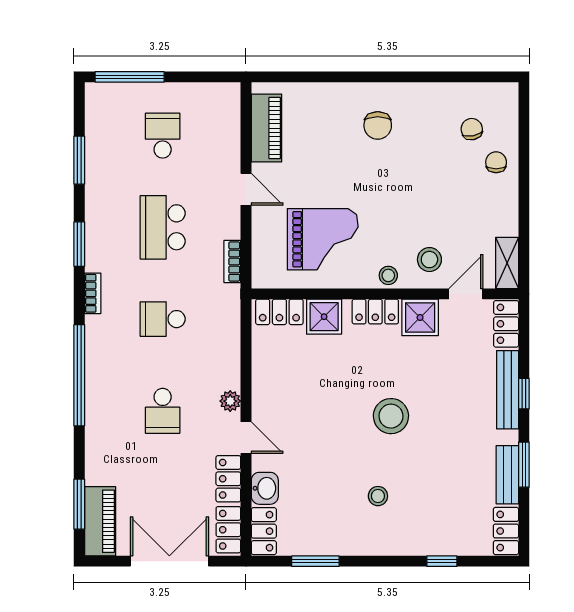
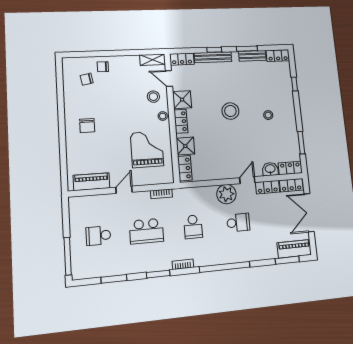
chair: (378, 125) -> (87, 126), turned 90
plant: (230, 401) -> (226, 194), width x1.88, depth x1.88

